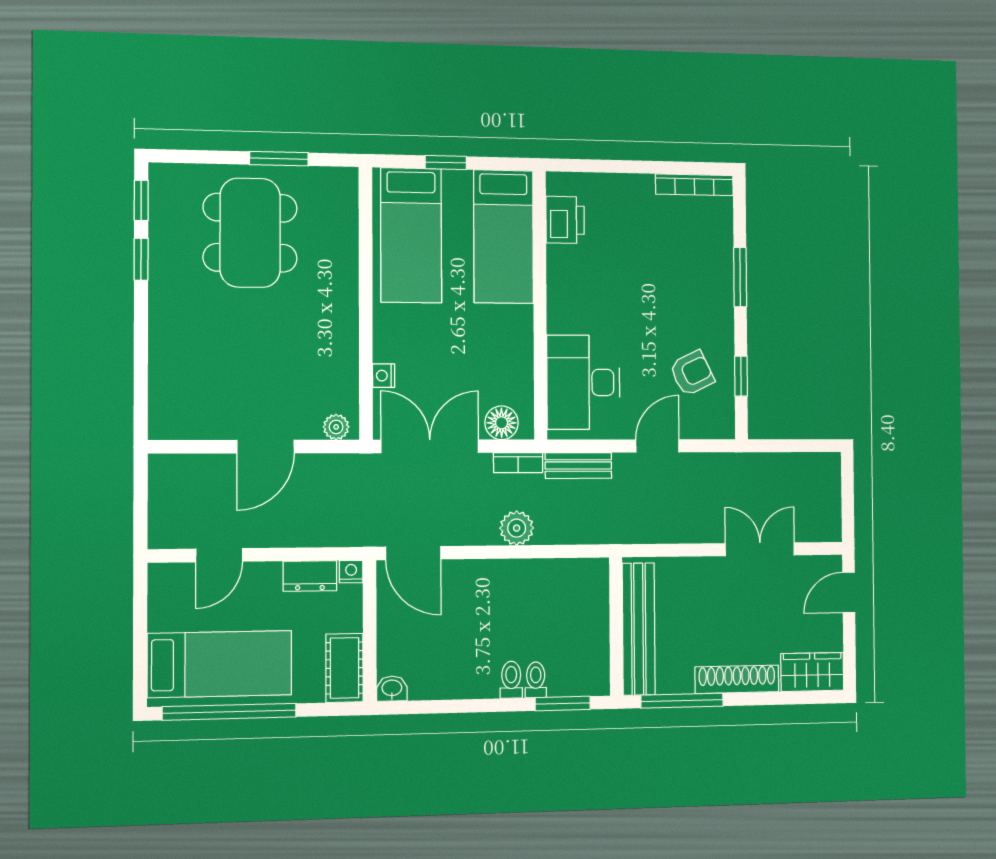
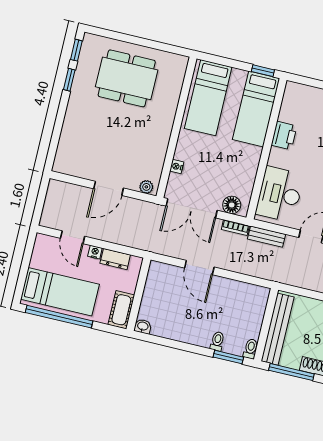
window: (279, 159) -> (150, 44), removed
window: (446, 162) -> (263, 71), moved
printer: (565, 220) -> (284, 136), moved
dining table: (250, 233) -> (127, 78), turned 90
double door: (430, 446) -> (192, 208), swing flipped
plant: (517, 528) -> (226, 261), removed
door: (413, 553) -> (199, 267), moved
door: (219, 555) -> (73, 237), hinge flipped
nightstand: (351, 572) -> (95, 252), moved
toilet: (511, 680) -> (251, 349), moved

